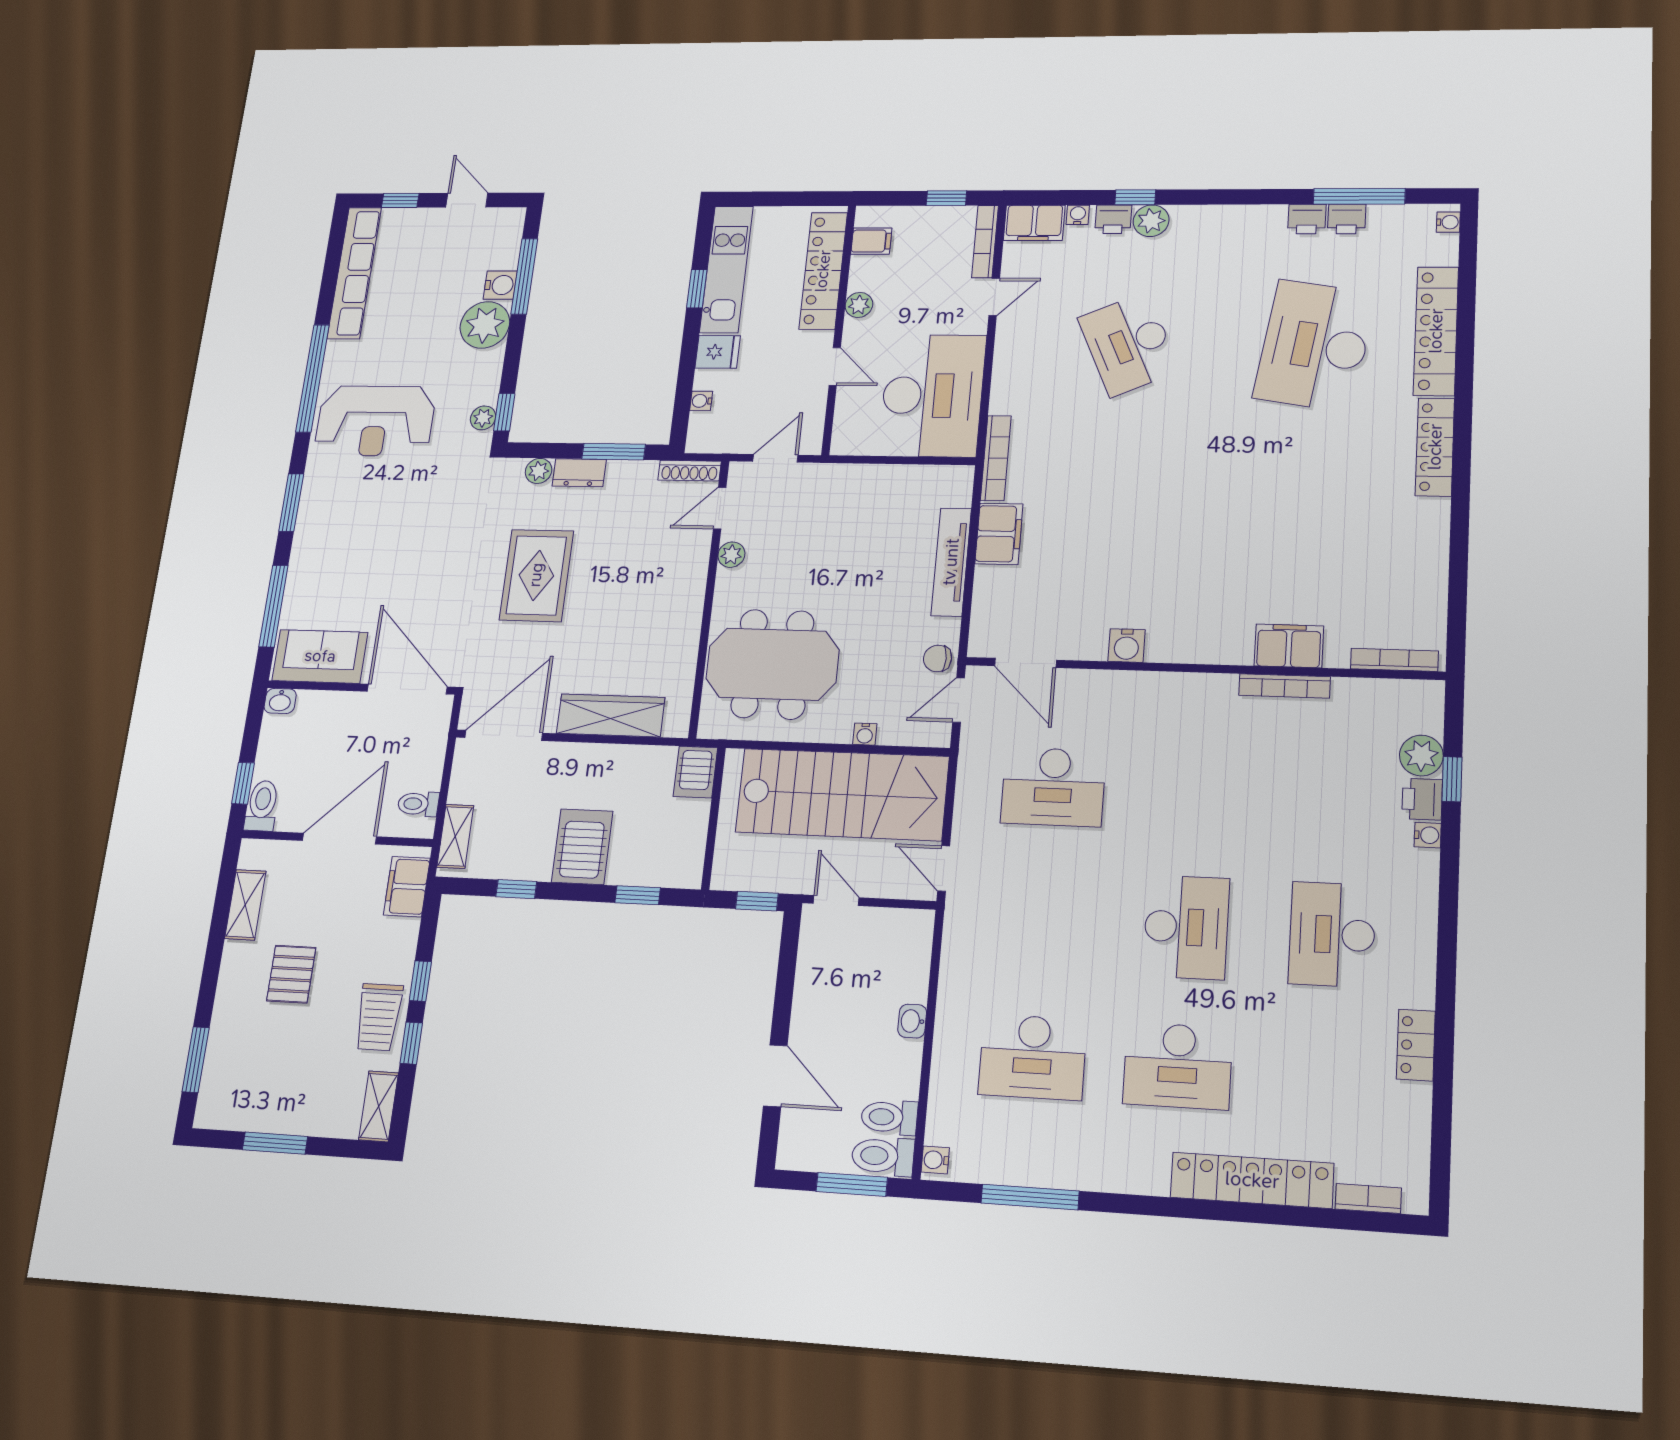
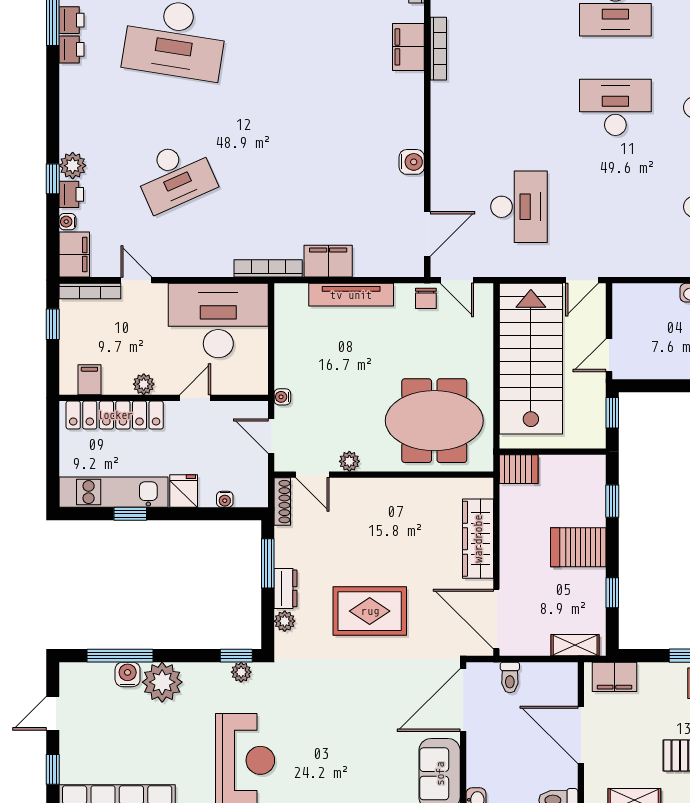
meeting table: (772, 664) -> (434, 421), turned 90
water cooler: (865, 734) -> (282, 397), moved, turned 180
toilet: (418, 804) -> (510, 677), moved

